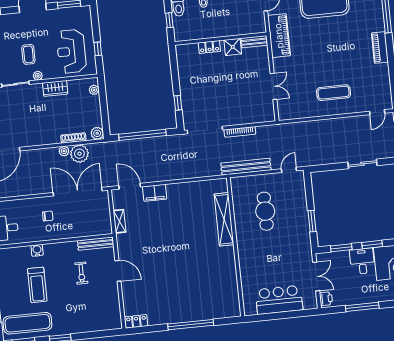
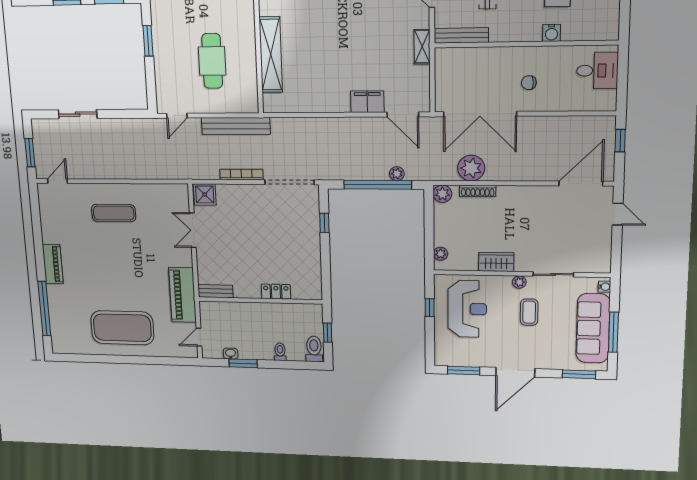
shower: (233, 47) -> (205, 194), moved
plant: (64, 151) -> (397, 174), moved
shelving: (120, 221) -> (422, 47), moved

